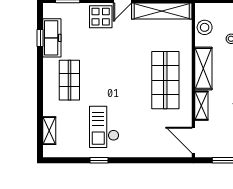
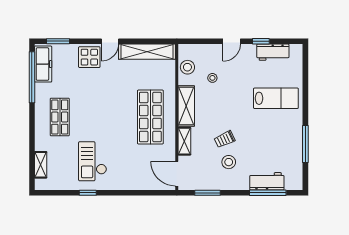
window: (40, 38) -> (32, 77), width x3.17
freezer: (52, 38) -> (43, 64), moved

